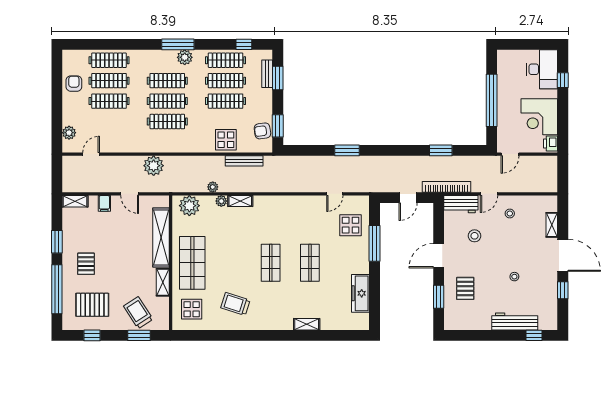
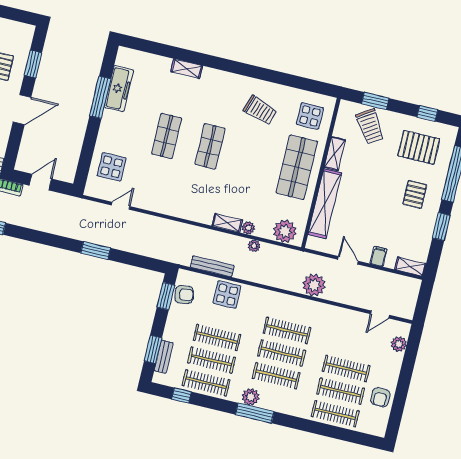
window: (374, 243) -> (100, 97), moved

